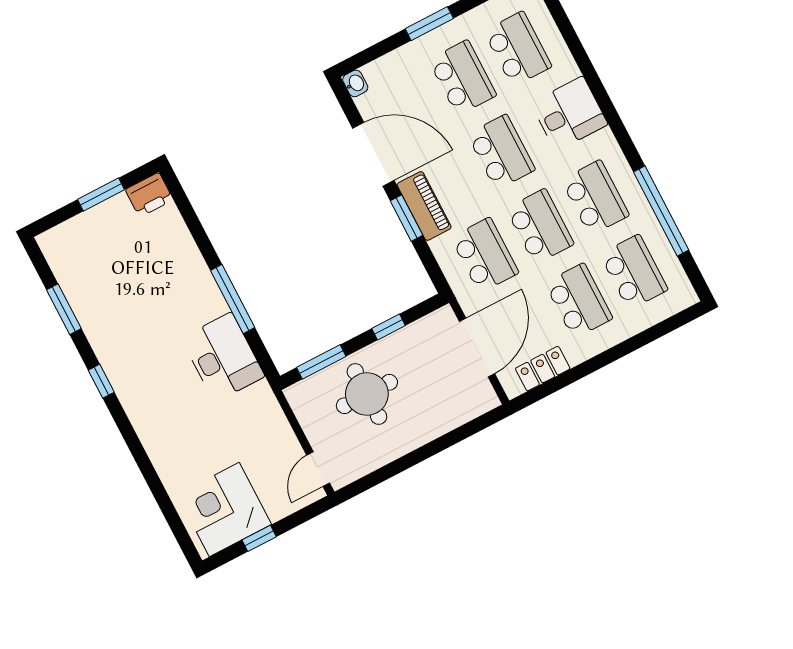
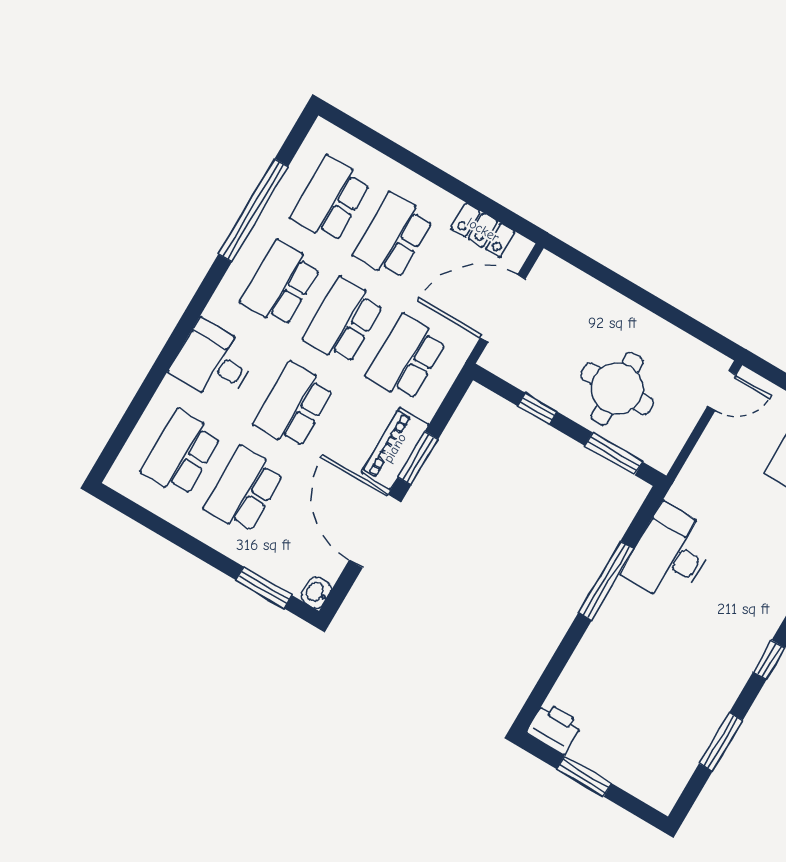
window: (429, 24) -> (264, 588), moved

